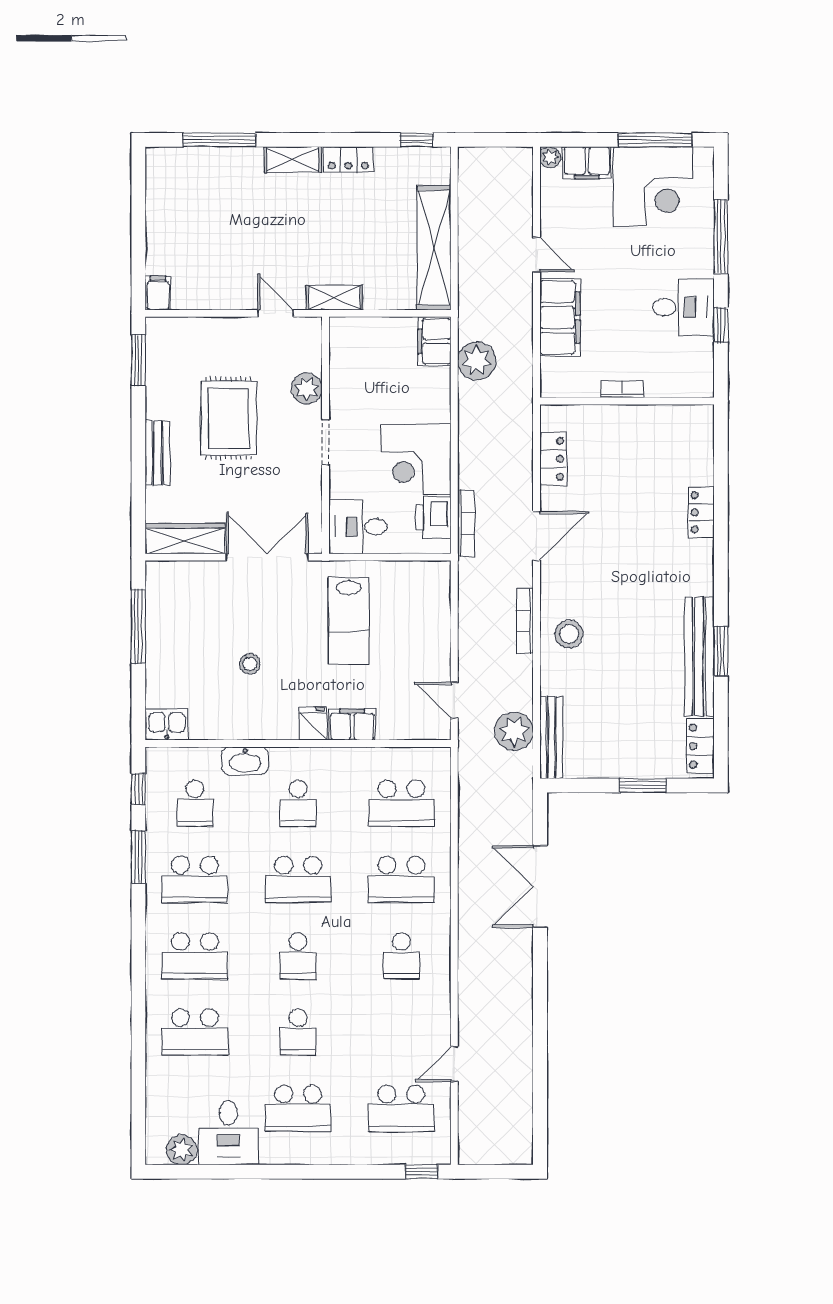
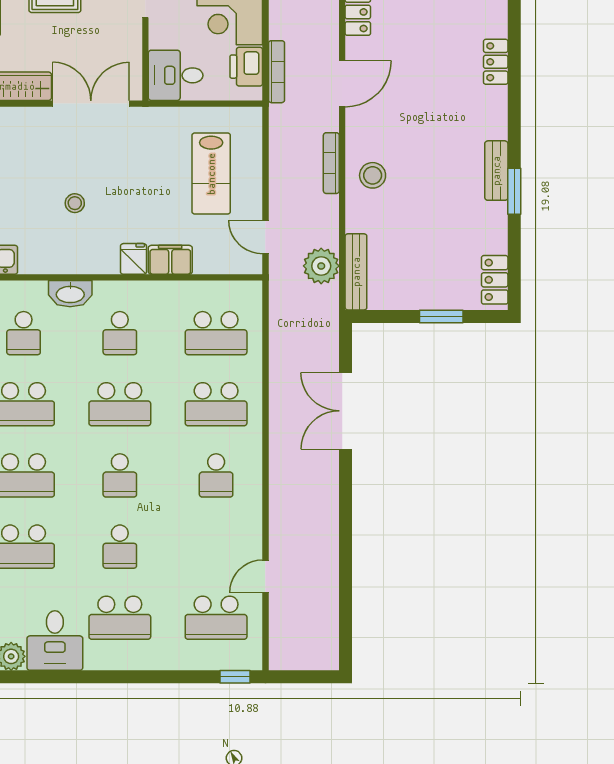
lab bench: (349, 621) -> (211, 174), moved
bench: (699, 657) -> (496, 171), width x0.54, depth x0.82

